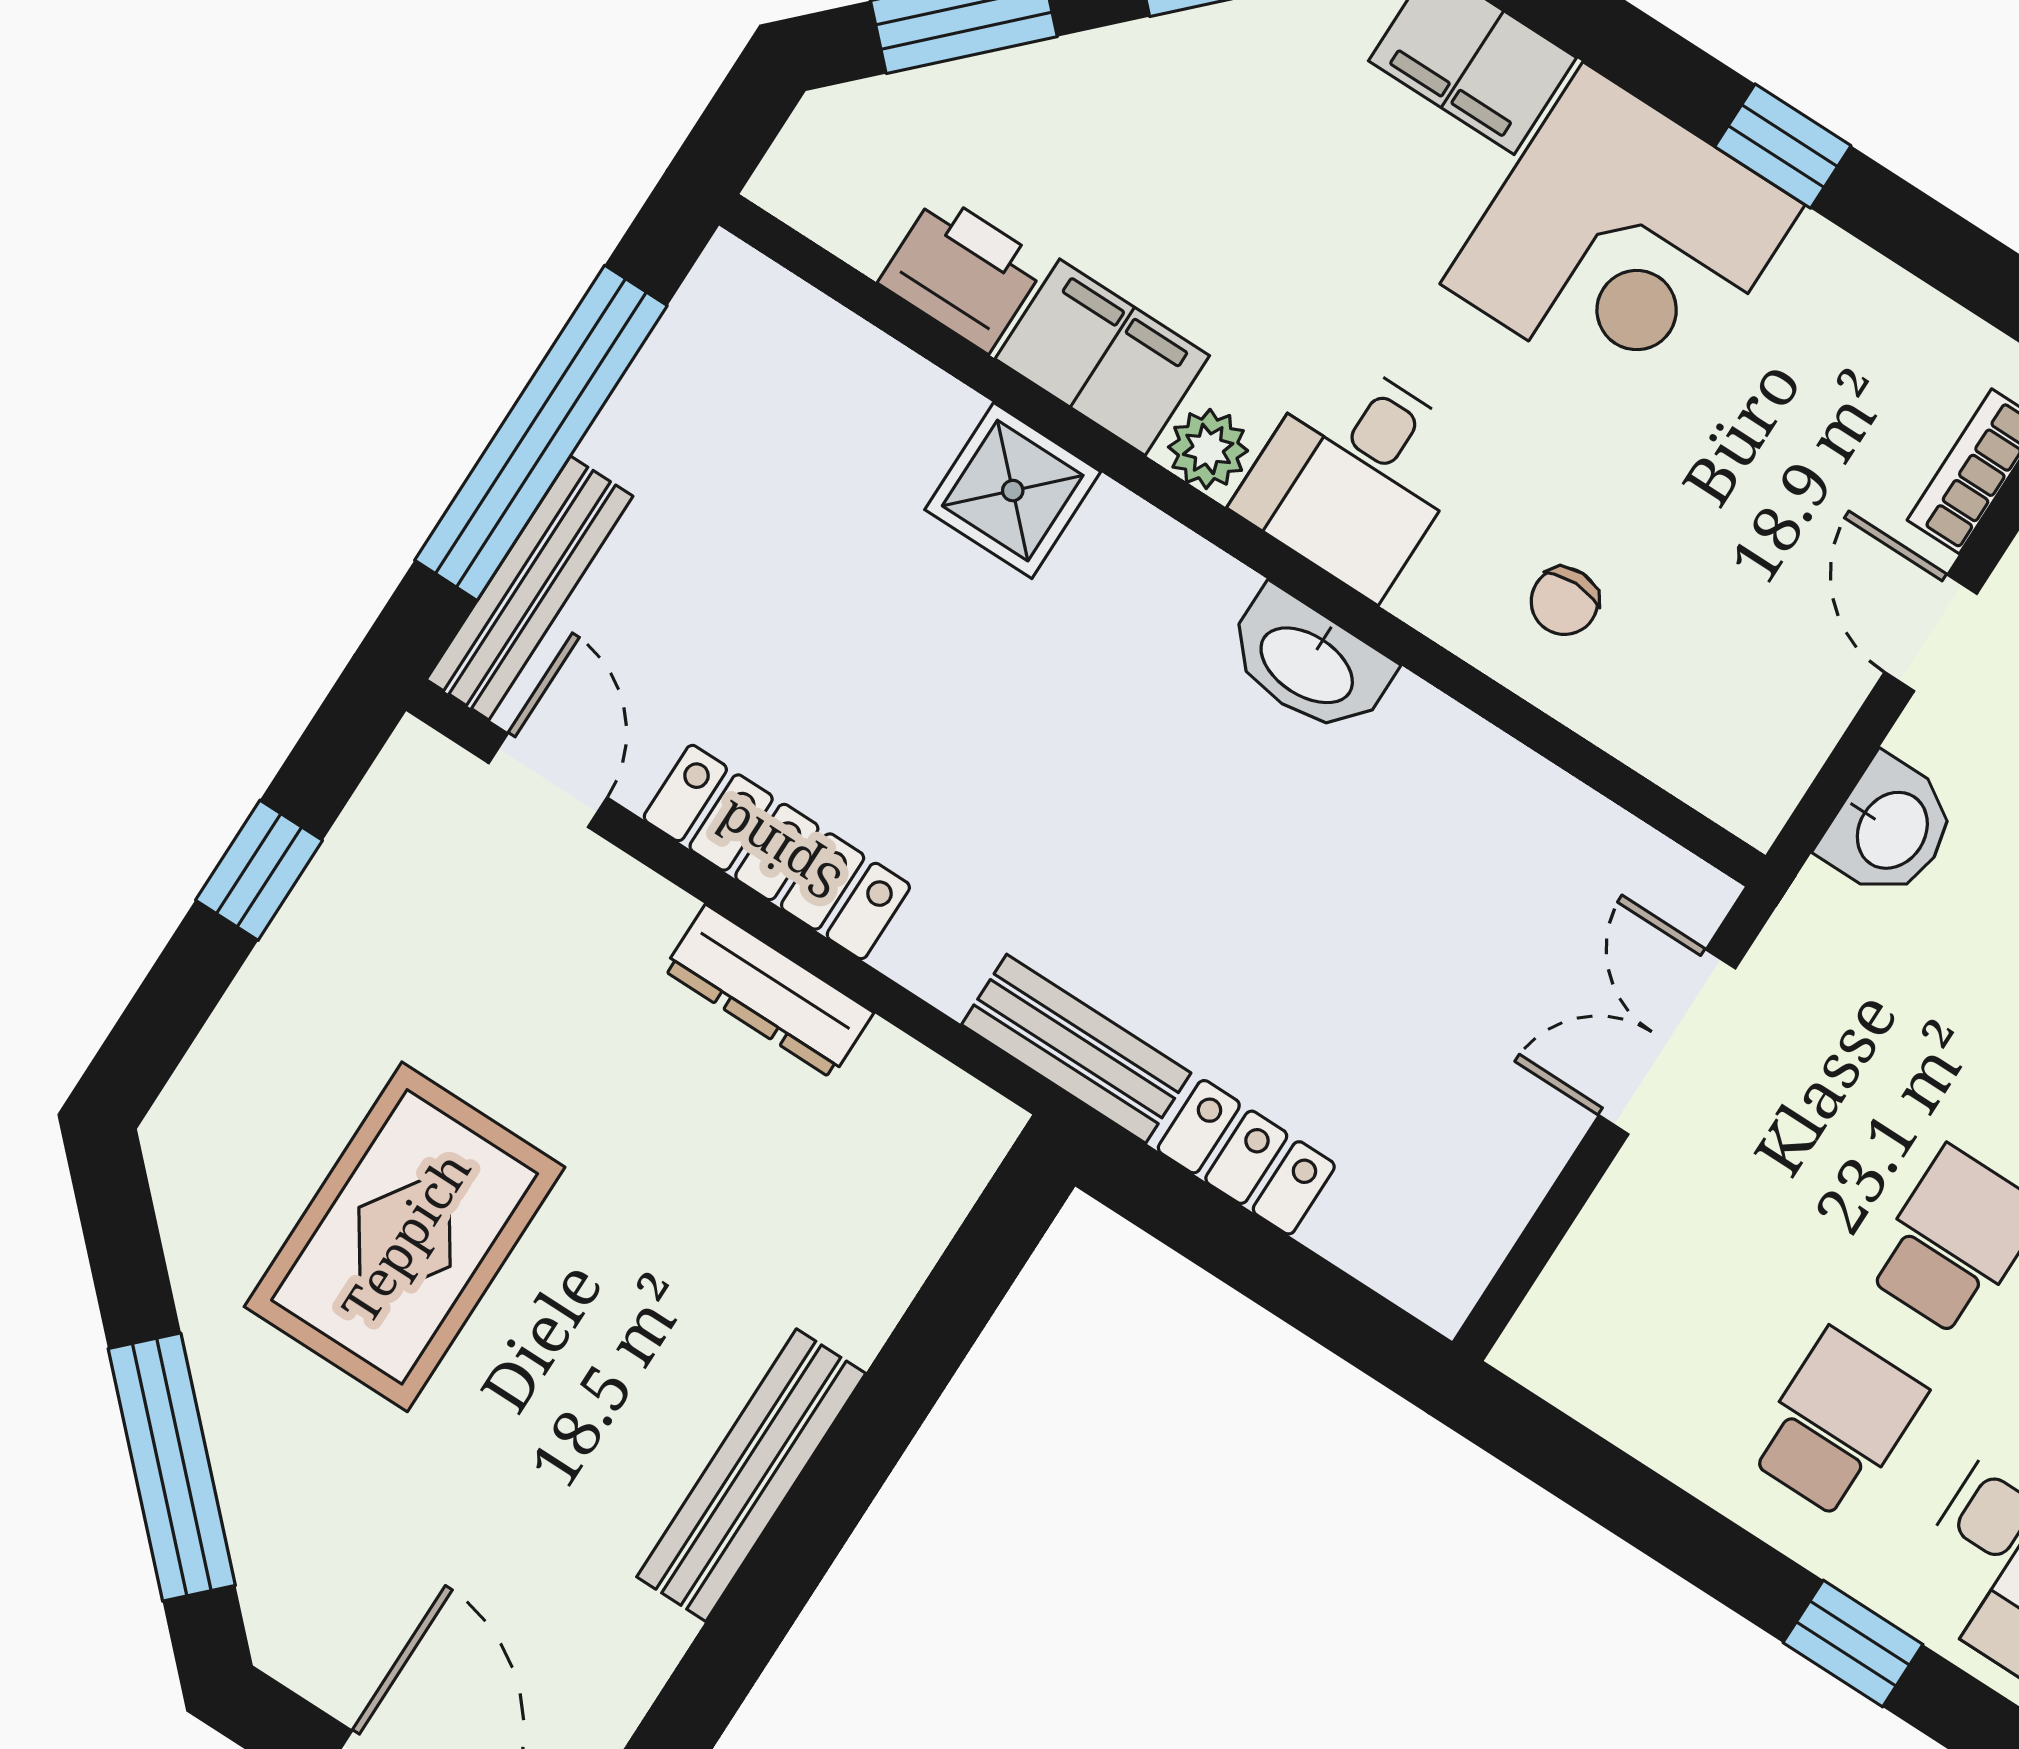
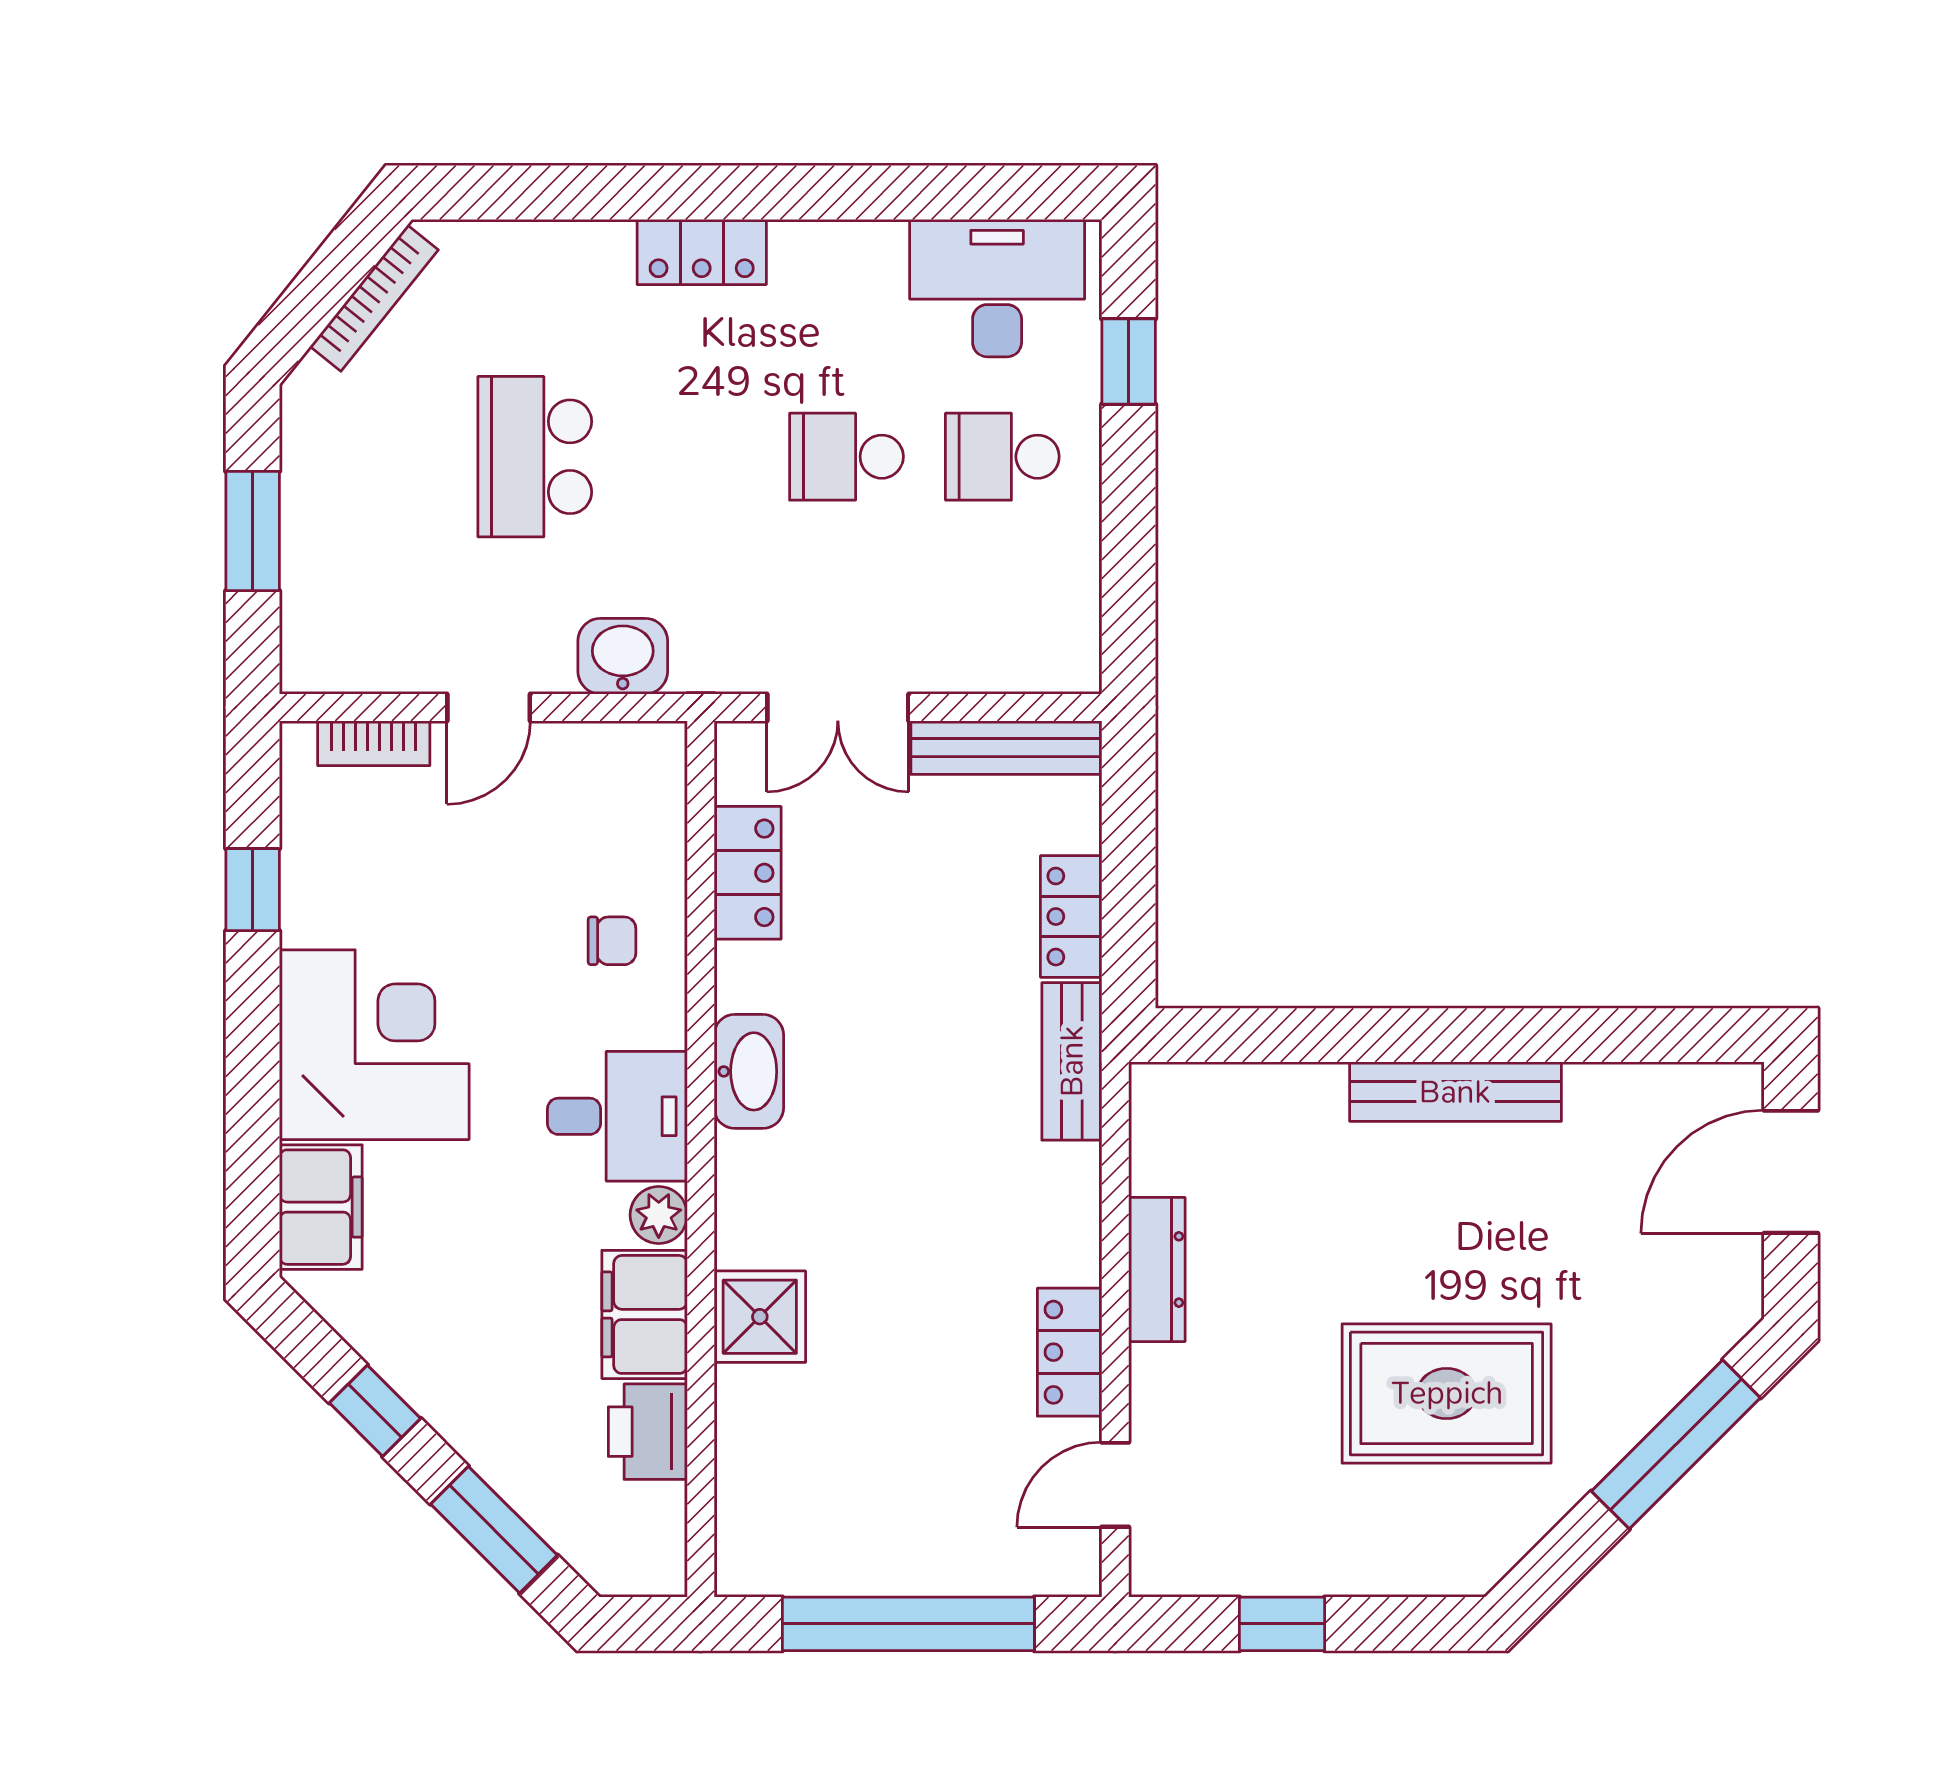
window: (1783, 146) -> (253, 890), moved
bench: (530, 588) -> (1006, 748), moved
locker: (1542, 811) -> (748, 873), added
locker: (777, 852) -> (1070, 1352), width x0.66

